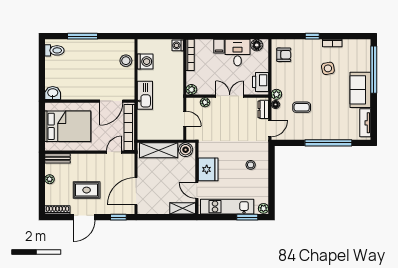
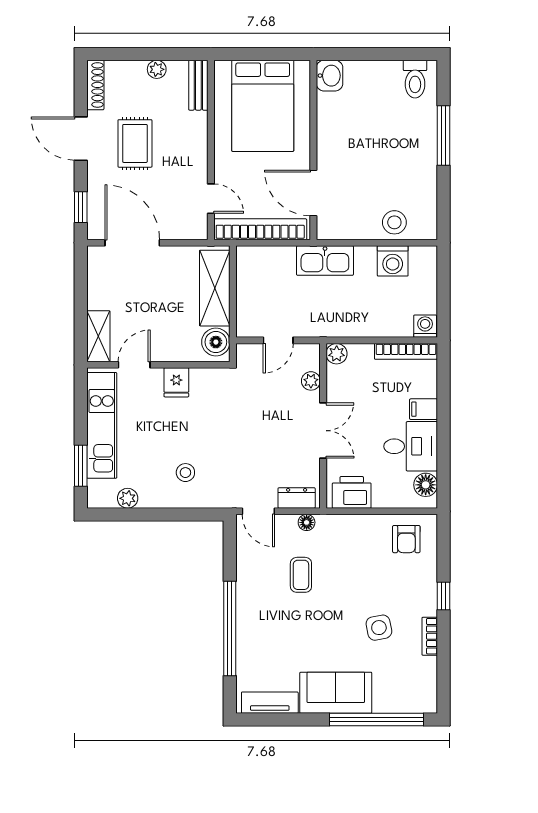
plant: (276, 94) -> (327, 524), removed
fridge: (208, 169) -> (176, 382), width x0.53, depth x0.75
plant: (263, 208) -> (128, 498), moved

